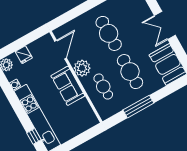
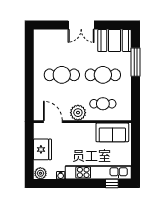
fridge: (24, 55) -> (42, 149), width x1.88, depth x1.34
sofa: (68, 86) -> (112, 132), moved
window: (138, 107) -> (135, 62), moved

